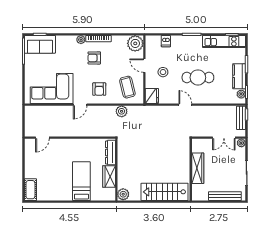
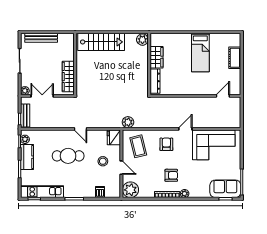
plant: (122, 111) -> (128, 122), moved
wardrobe: (198, 168) -> (68, 77), moved
bed: (81, 181) -> (200, 53), moved
cot: (30, 190) -> (235, 58), moved

